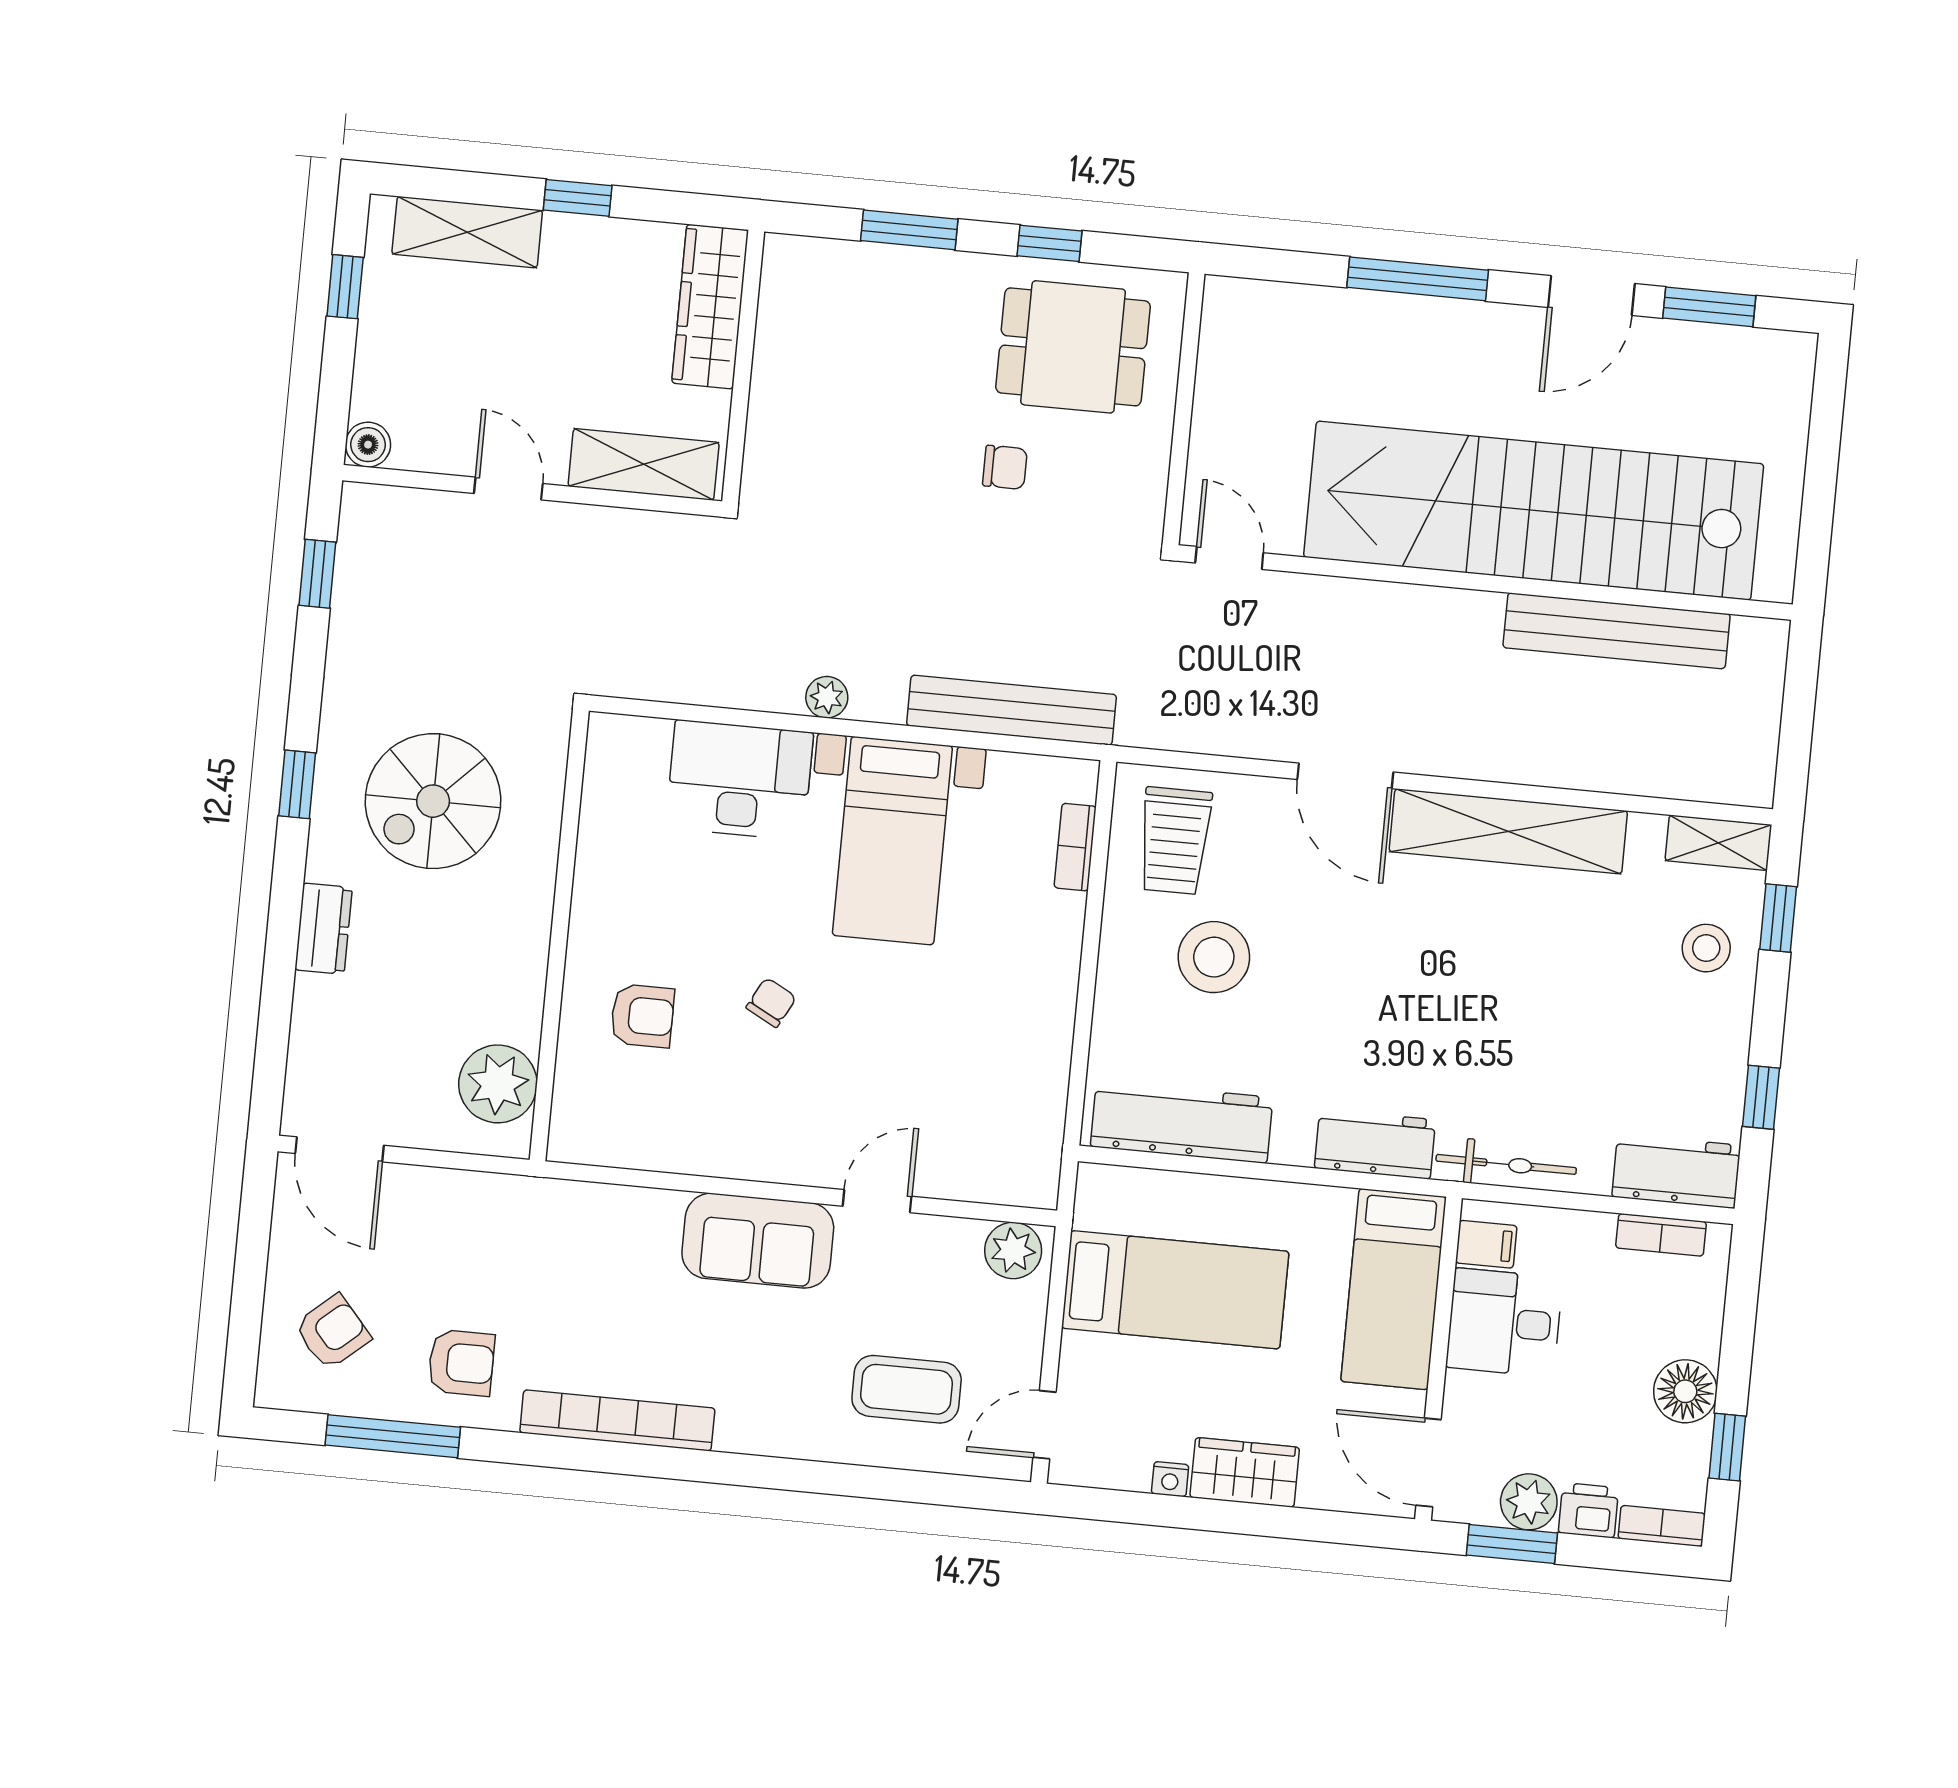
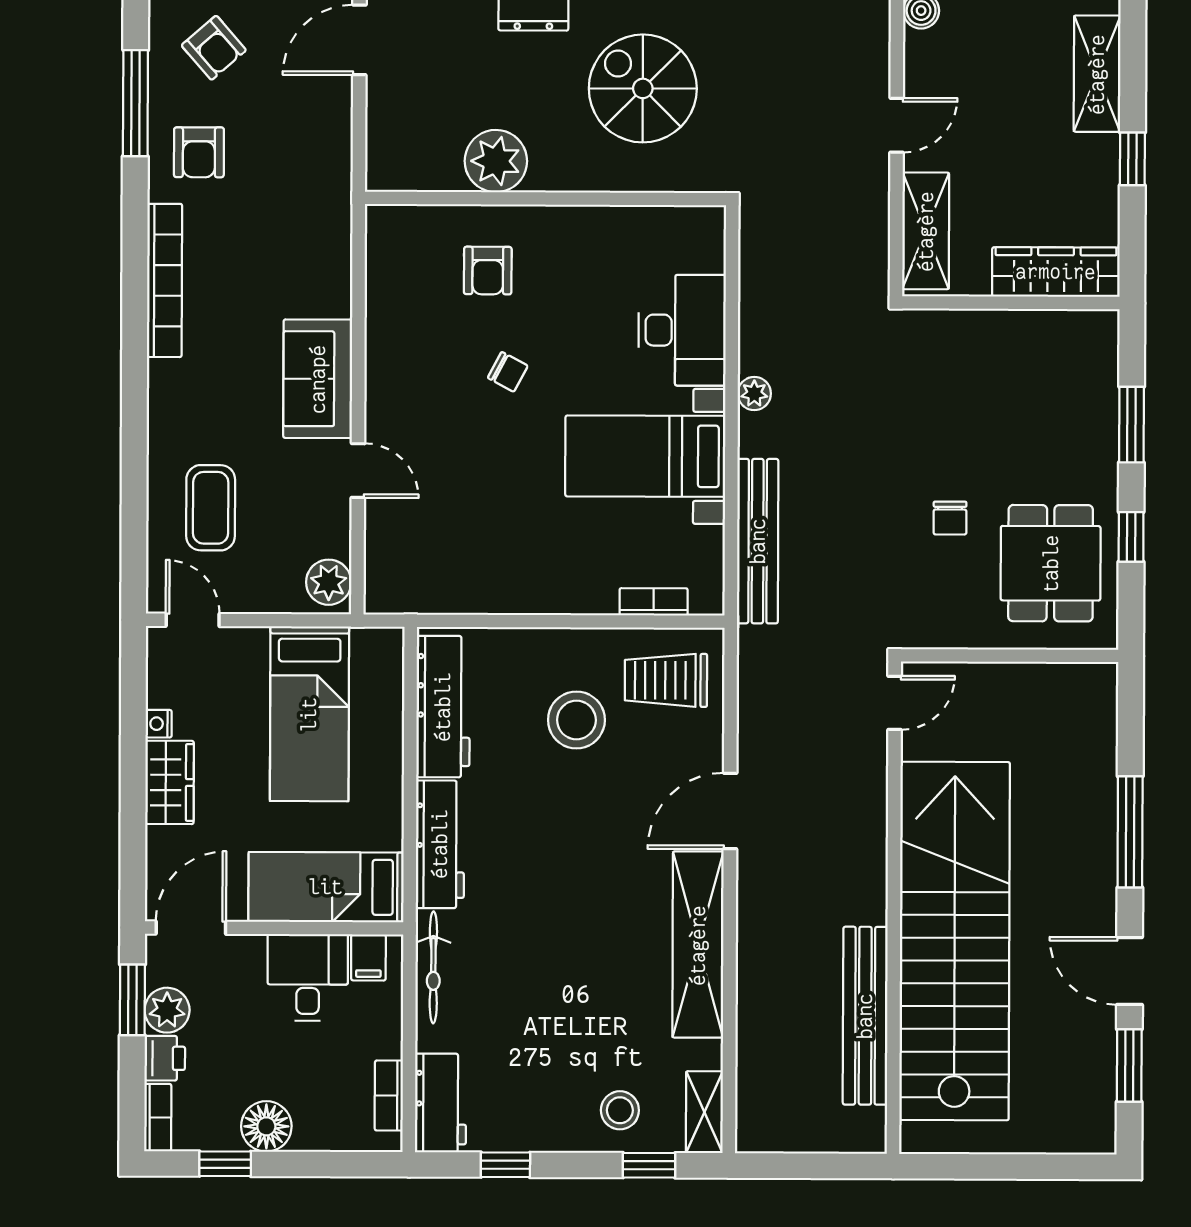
plant: (498, 1084) -> (496, 161), moved
workbench: (1375, 1144) -> (440, 844), width x1.38

